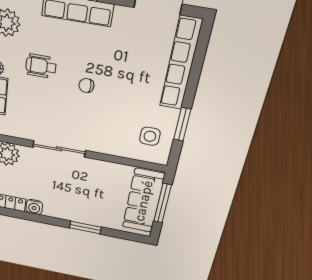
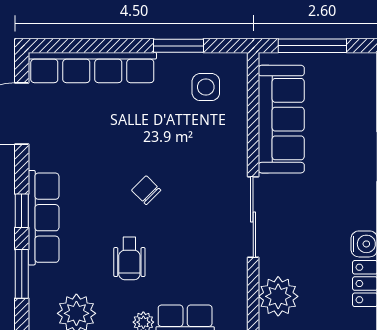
chair: (86, 86) -> (146, 190), turned 135
sofa: (143, 201) -> (281, 119), moved, turned -90

